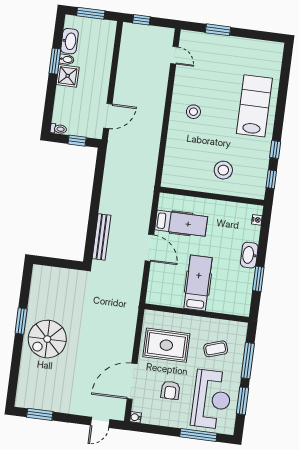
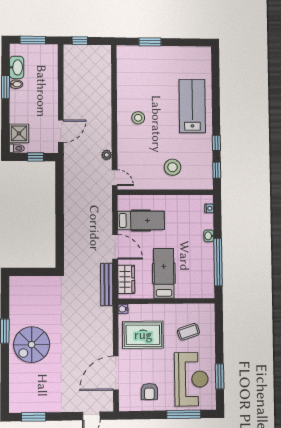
door: (174, 55) -> (115, 178), moved
shower: (68, 76) -> (19, 133), moved
plant: (154, 148) -> (107, 155), added
bench: (102, 237) -> (107, 284), moved
washbasin: (249, 255) -> (209, 236), width x0.52, depth x0.69
window: (258, 279) -> (218, 262), width x2.11
wardrobe: (157, 284) -> (126, 279), added
window: (248, 361) -> (219, 339), removed
armchair: (170, 390) -> (149, 391), moved
water cooler: (136, 417) -> (123, 309), moved

